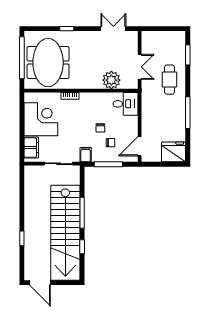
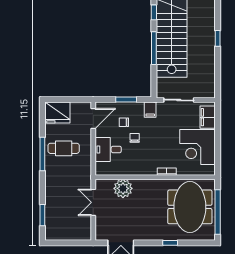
cafe table: (170, 80) -> (64, 148), moved, turned 90
desk: (125, 104) -> (108, 149), moved
window: (108, 164) -> (126, 99), width x0.69
window: (22, 238) -> (218, 38), moved

